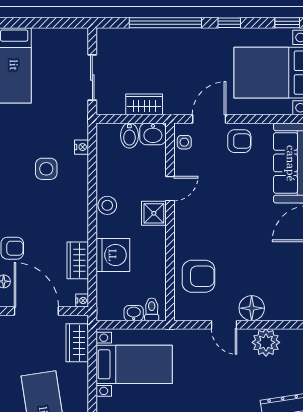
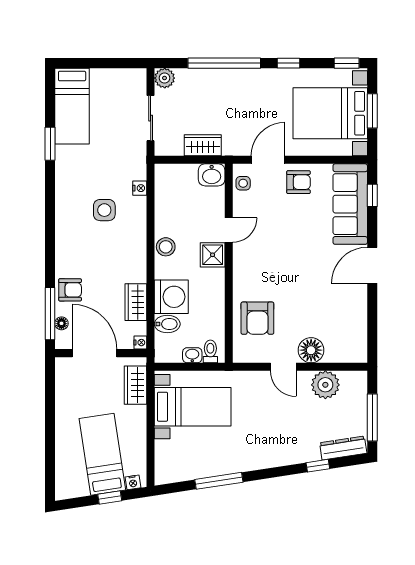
plant: (106, 38) -> (165, 78), added
bidet: (129, 135) -> (167, 324), moved, turned -90
armchair: (198, 276) -> (257, 318), turned 90

